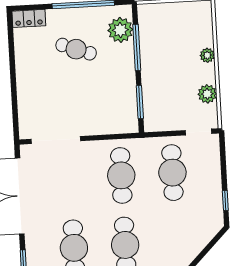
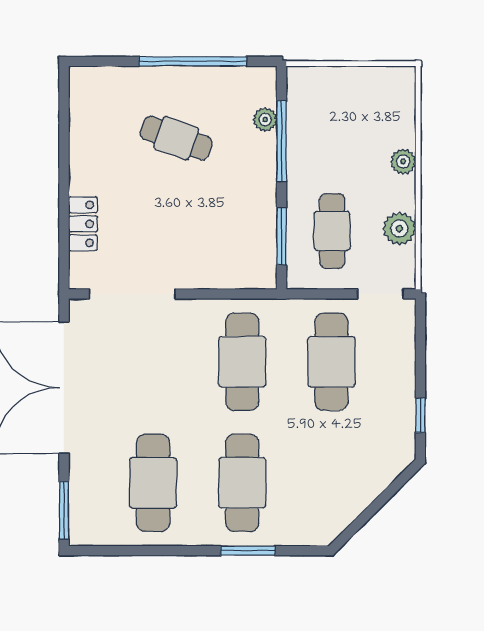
locker: (29, 18) -> (83, 224), moved, turned -90
plant: (120, 30) -> (265, 120), width x0.53, depth x0.53
cafe table: (169, 97) -> (332, 231), added

